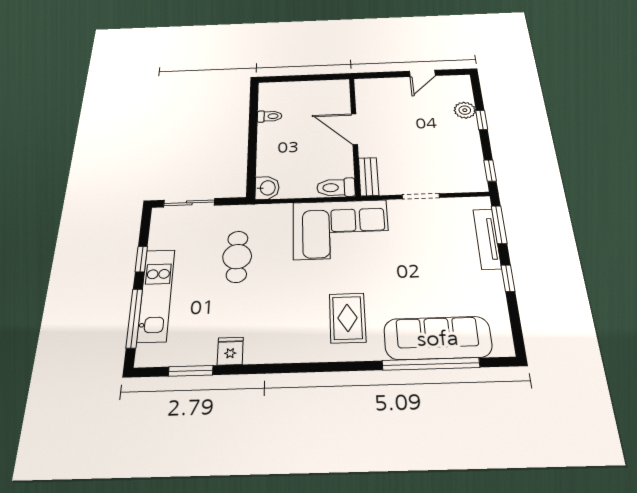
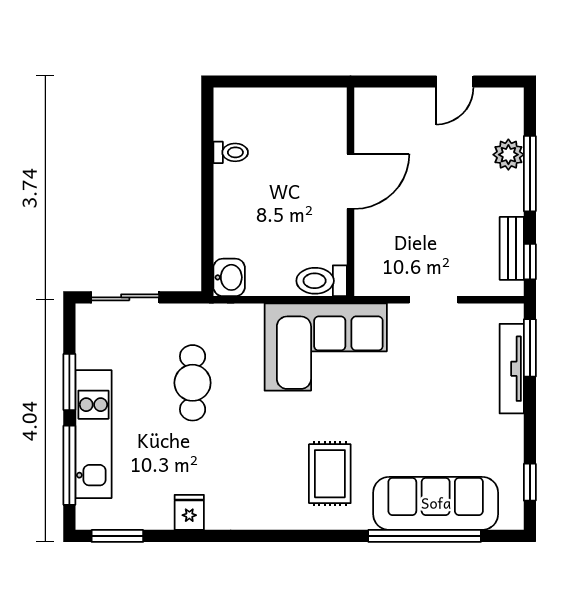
window: (482, 120) -> (530, 174), width x2.17
door: (354, 129) -> (351, 181), swing flipped
bench: (369, 177) -> (512, 248), moved
window: (141, 259) -> (69, 382), width x1.50
window: (508, 278) -> (530, 482), moved
window: (191, 371) -> (117, 536), moved

